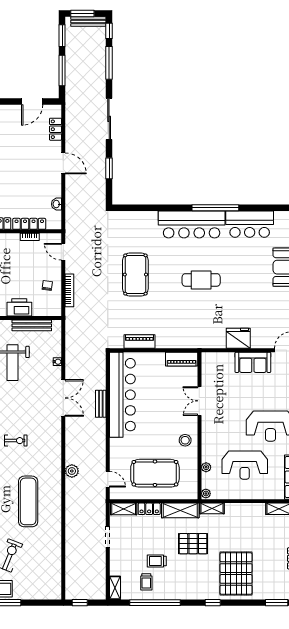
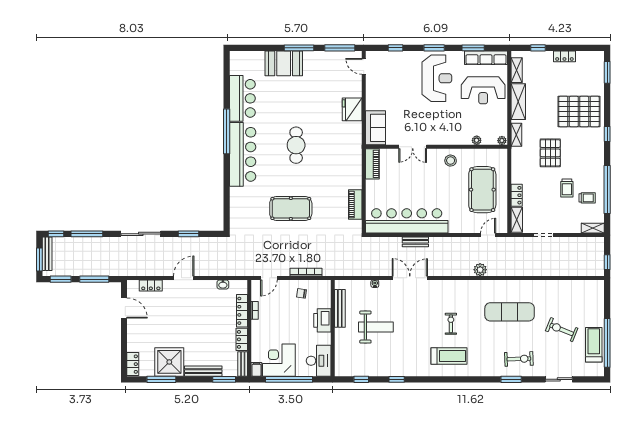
sofa: (253, 362) -> (375, 128), moved
reception desk: (245, 465) -> (483, 90), moved, turned 90
shelving: (180, 510) -> (518, 102), moved

